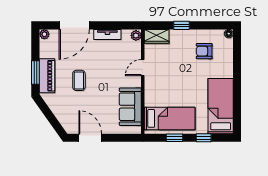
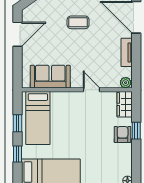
armchair: (204, 51) -> (123, 134), moved

